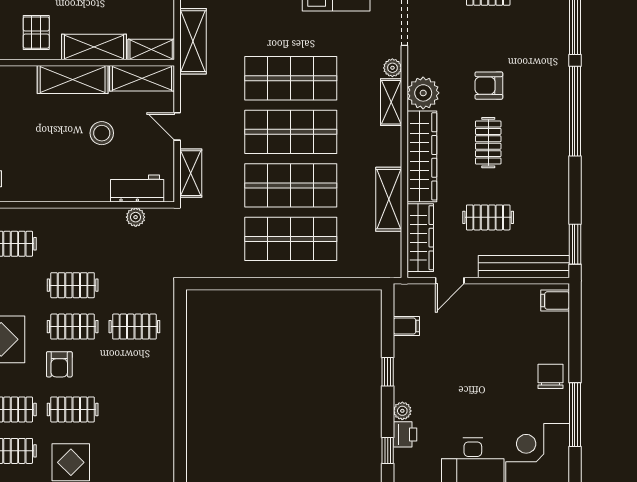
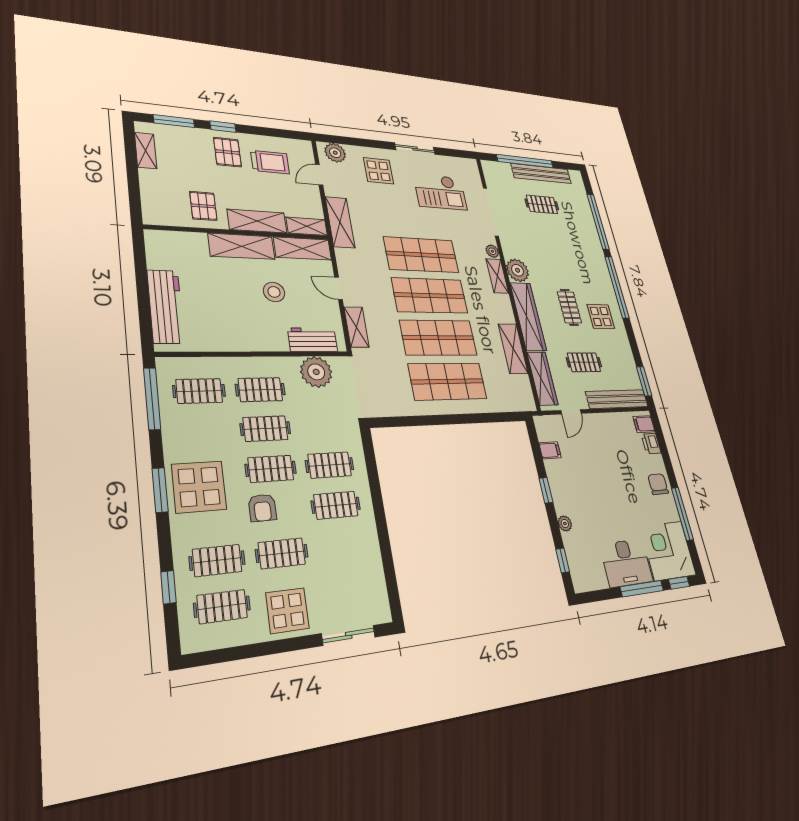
armchair: (489, 86) -> (559, 267), removed
display table: (534, 155) -> (601, 316), added
plant: (136, 217) -> (316, 372), width x1.88, depth x1.88
clothes rail: (73, 244) -> (260, 390), added
clothes rail: (134, 368) -> (336, 505), added
printer: (405, 434) -> (651, 444), moved, turned 180

